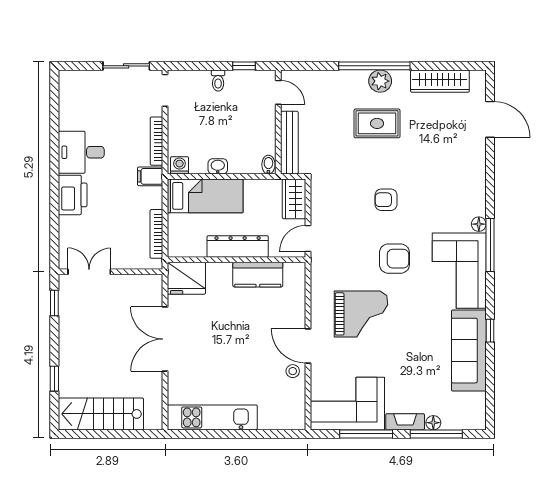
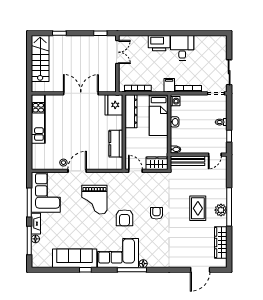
dresser: (238, 247) -> (131, 111), moved

